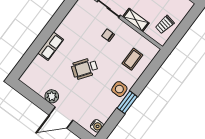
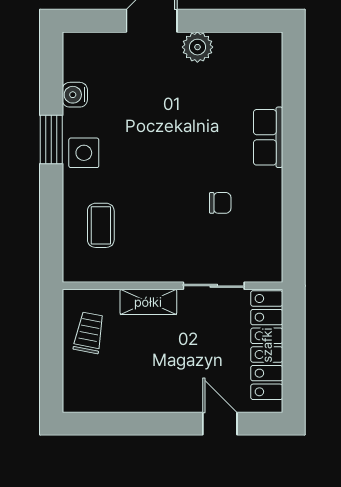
chair: (108, 35) -> (220, 203), moved
wheelchair: (85, 68) -> (176, 143), removed
water cooler: (97, 126) -> (75, 95), moved

